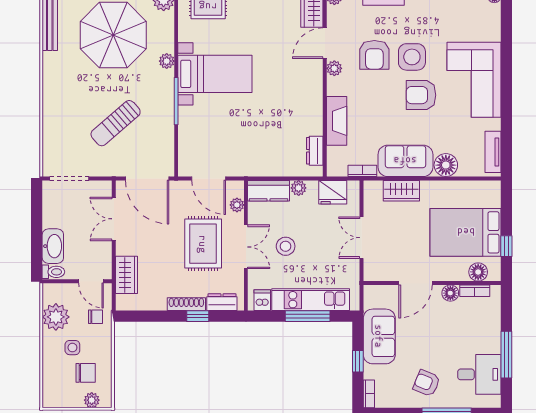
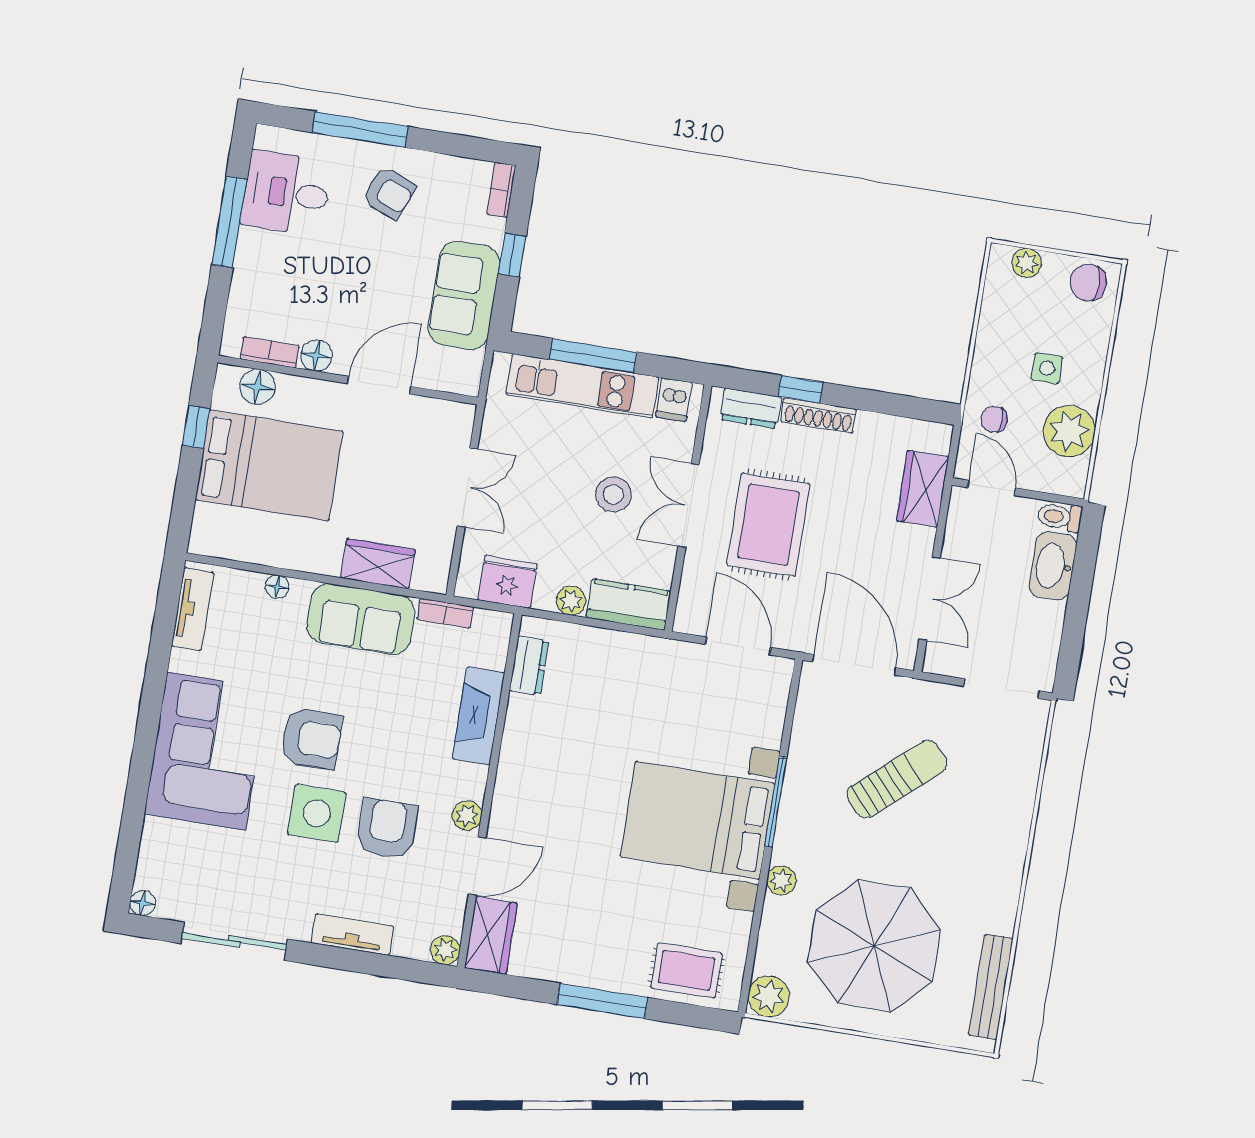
bed with nightstands: (215, 74) -> (698, 820), width x1.36
floor lamp: (446, 165) -> (277, 587), width x0.53, depth x0.53
plant: (237, 205) -> (693, 587), removed
chair: (86, 373) -> (1088, 283), moved

